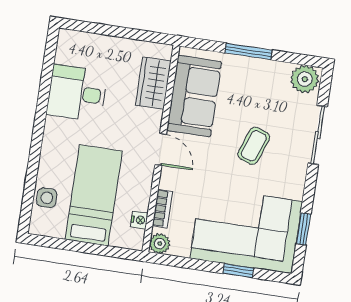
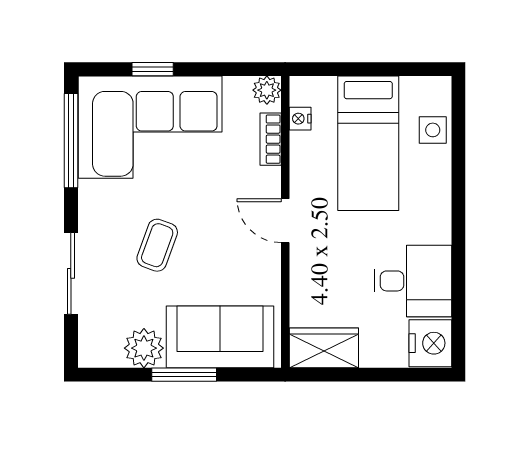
nightstand: (71, 47) -> (430, 343), added
plant: (305, 79) -> (144, 348), moved
wardrobe: (153, 83) -> (324, 348), moved, turned -90
sofa: (194, 96) -> (220, 337), moved, turned 90
window: (303, 229) -> (71, 141), width x2.17

